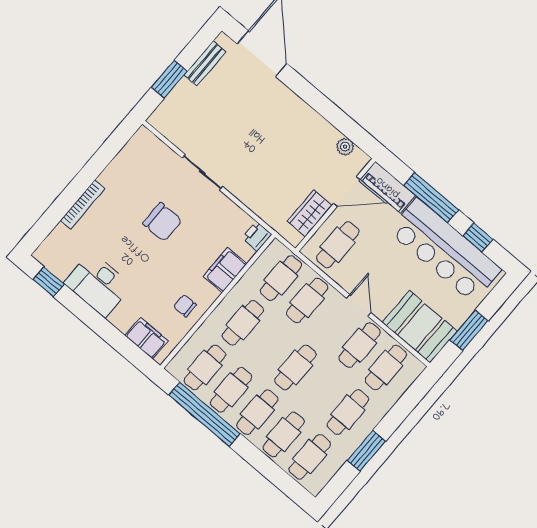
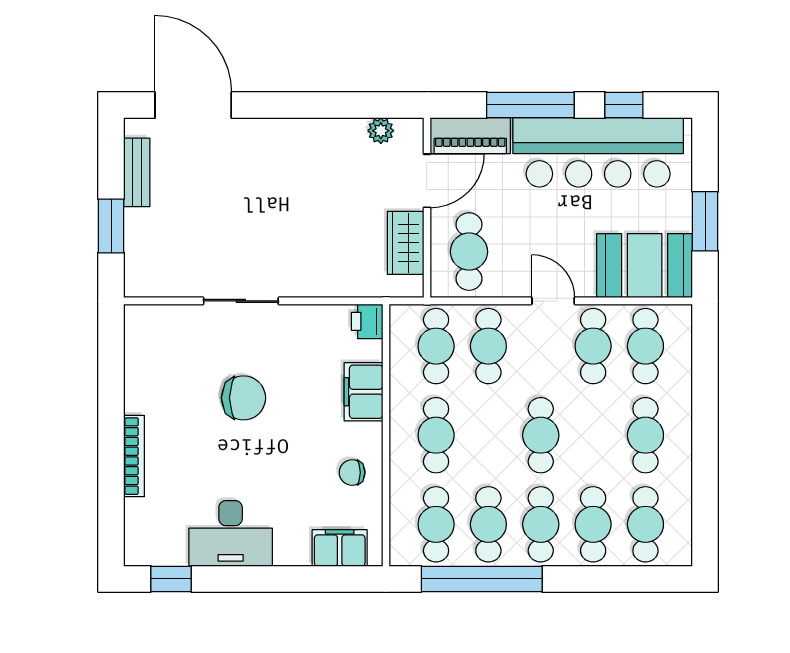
window: (366, 451) -> (705, 462), removed

